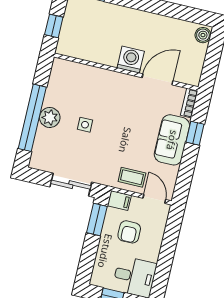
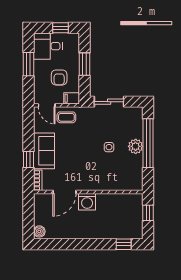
window: (97, 220) -> (84, 64), moved
armchair: (129, 232) -> (59, 77), turned 180
window: (166, 259) -> (28, 64), added

